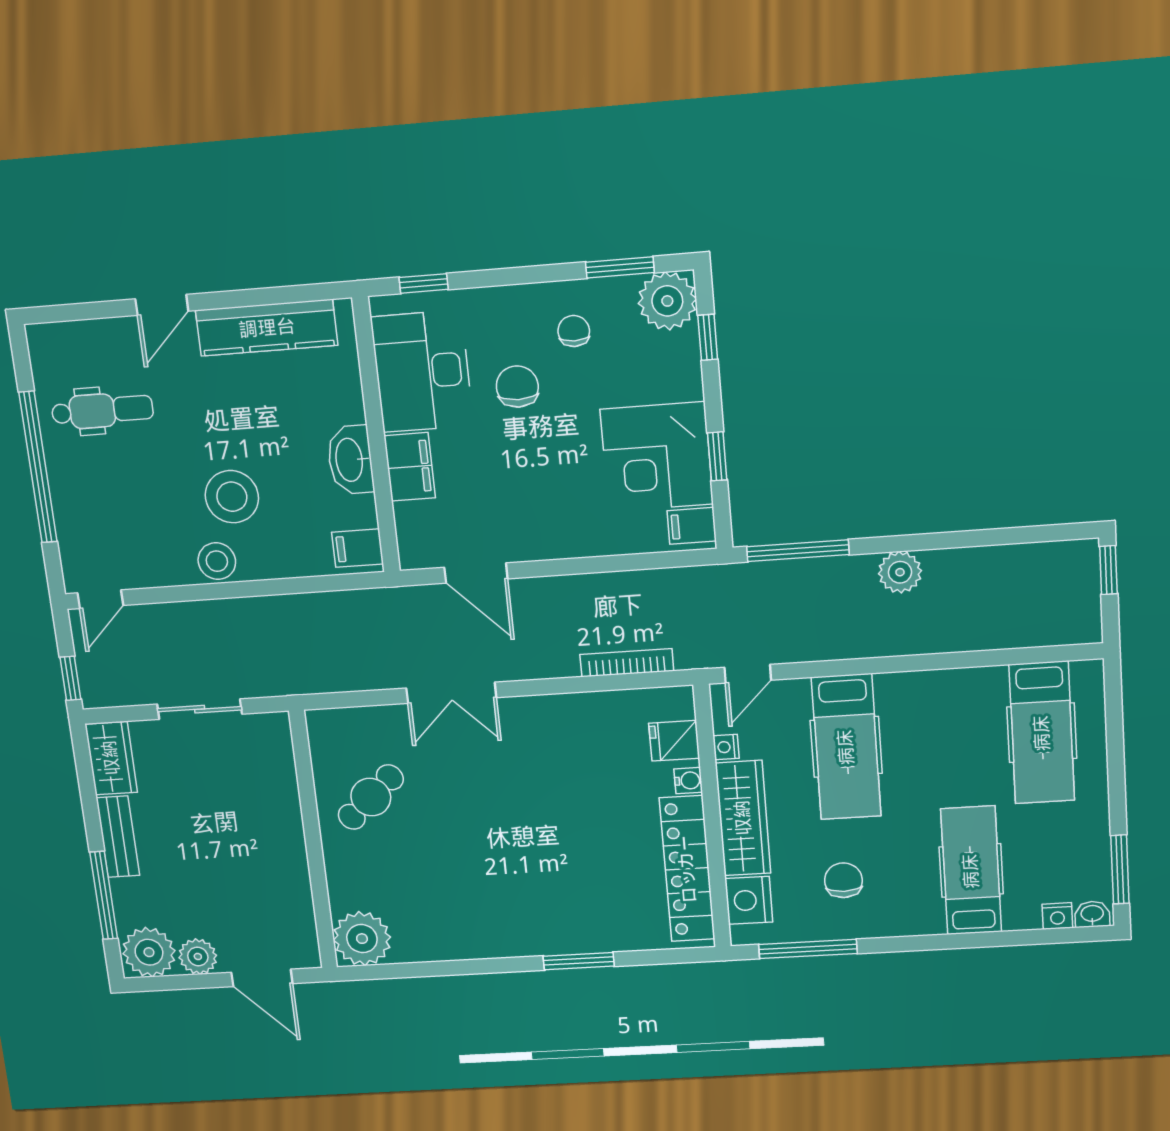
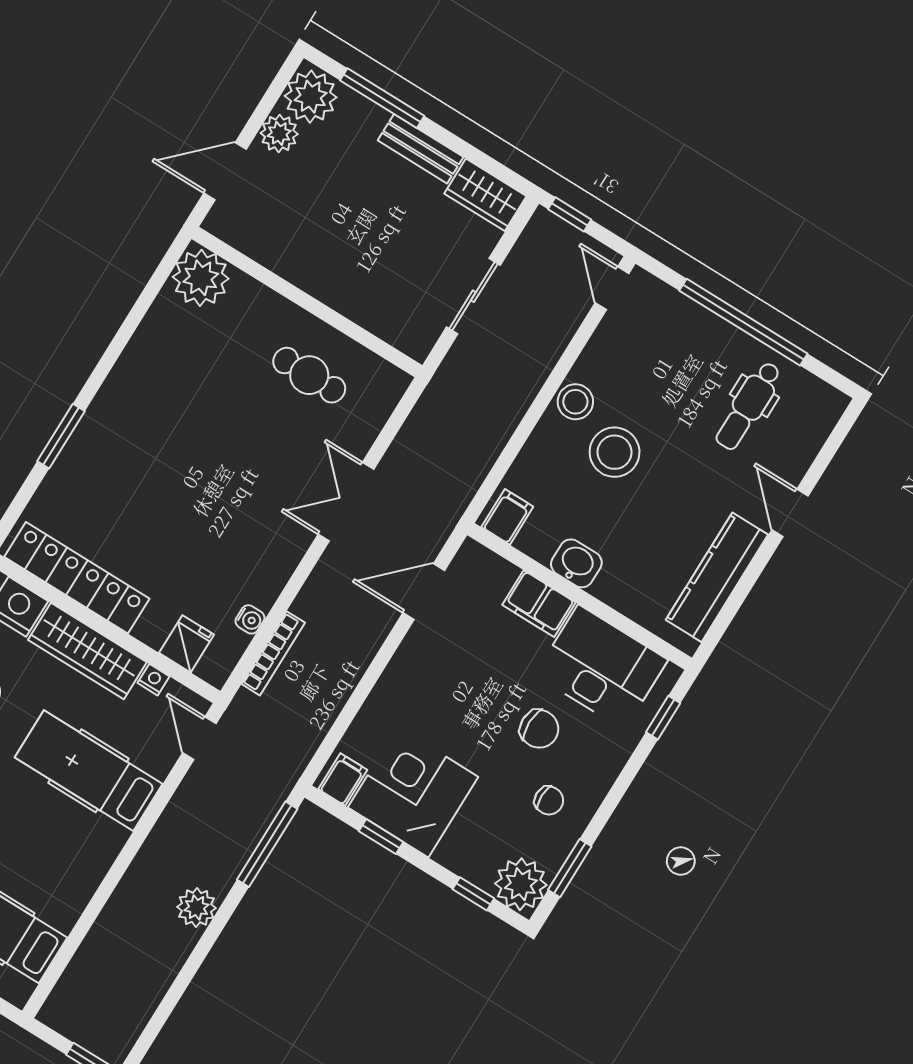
washbasin: (350, 460) -> (576, 563), width x0.72
water cooler: (688, 781) -> (250, 619), moved, turned -90
cafe table: (371, 797) -> (309, 375), turned -48

